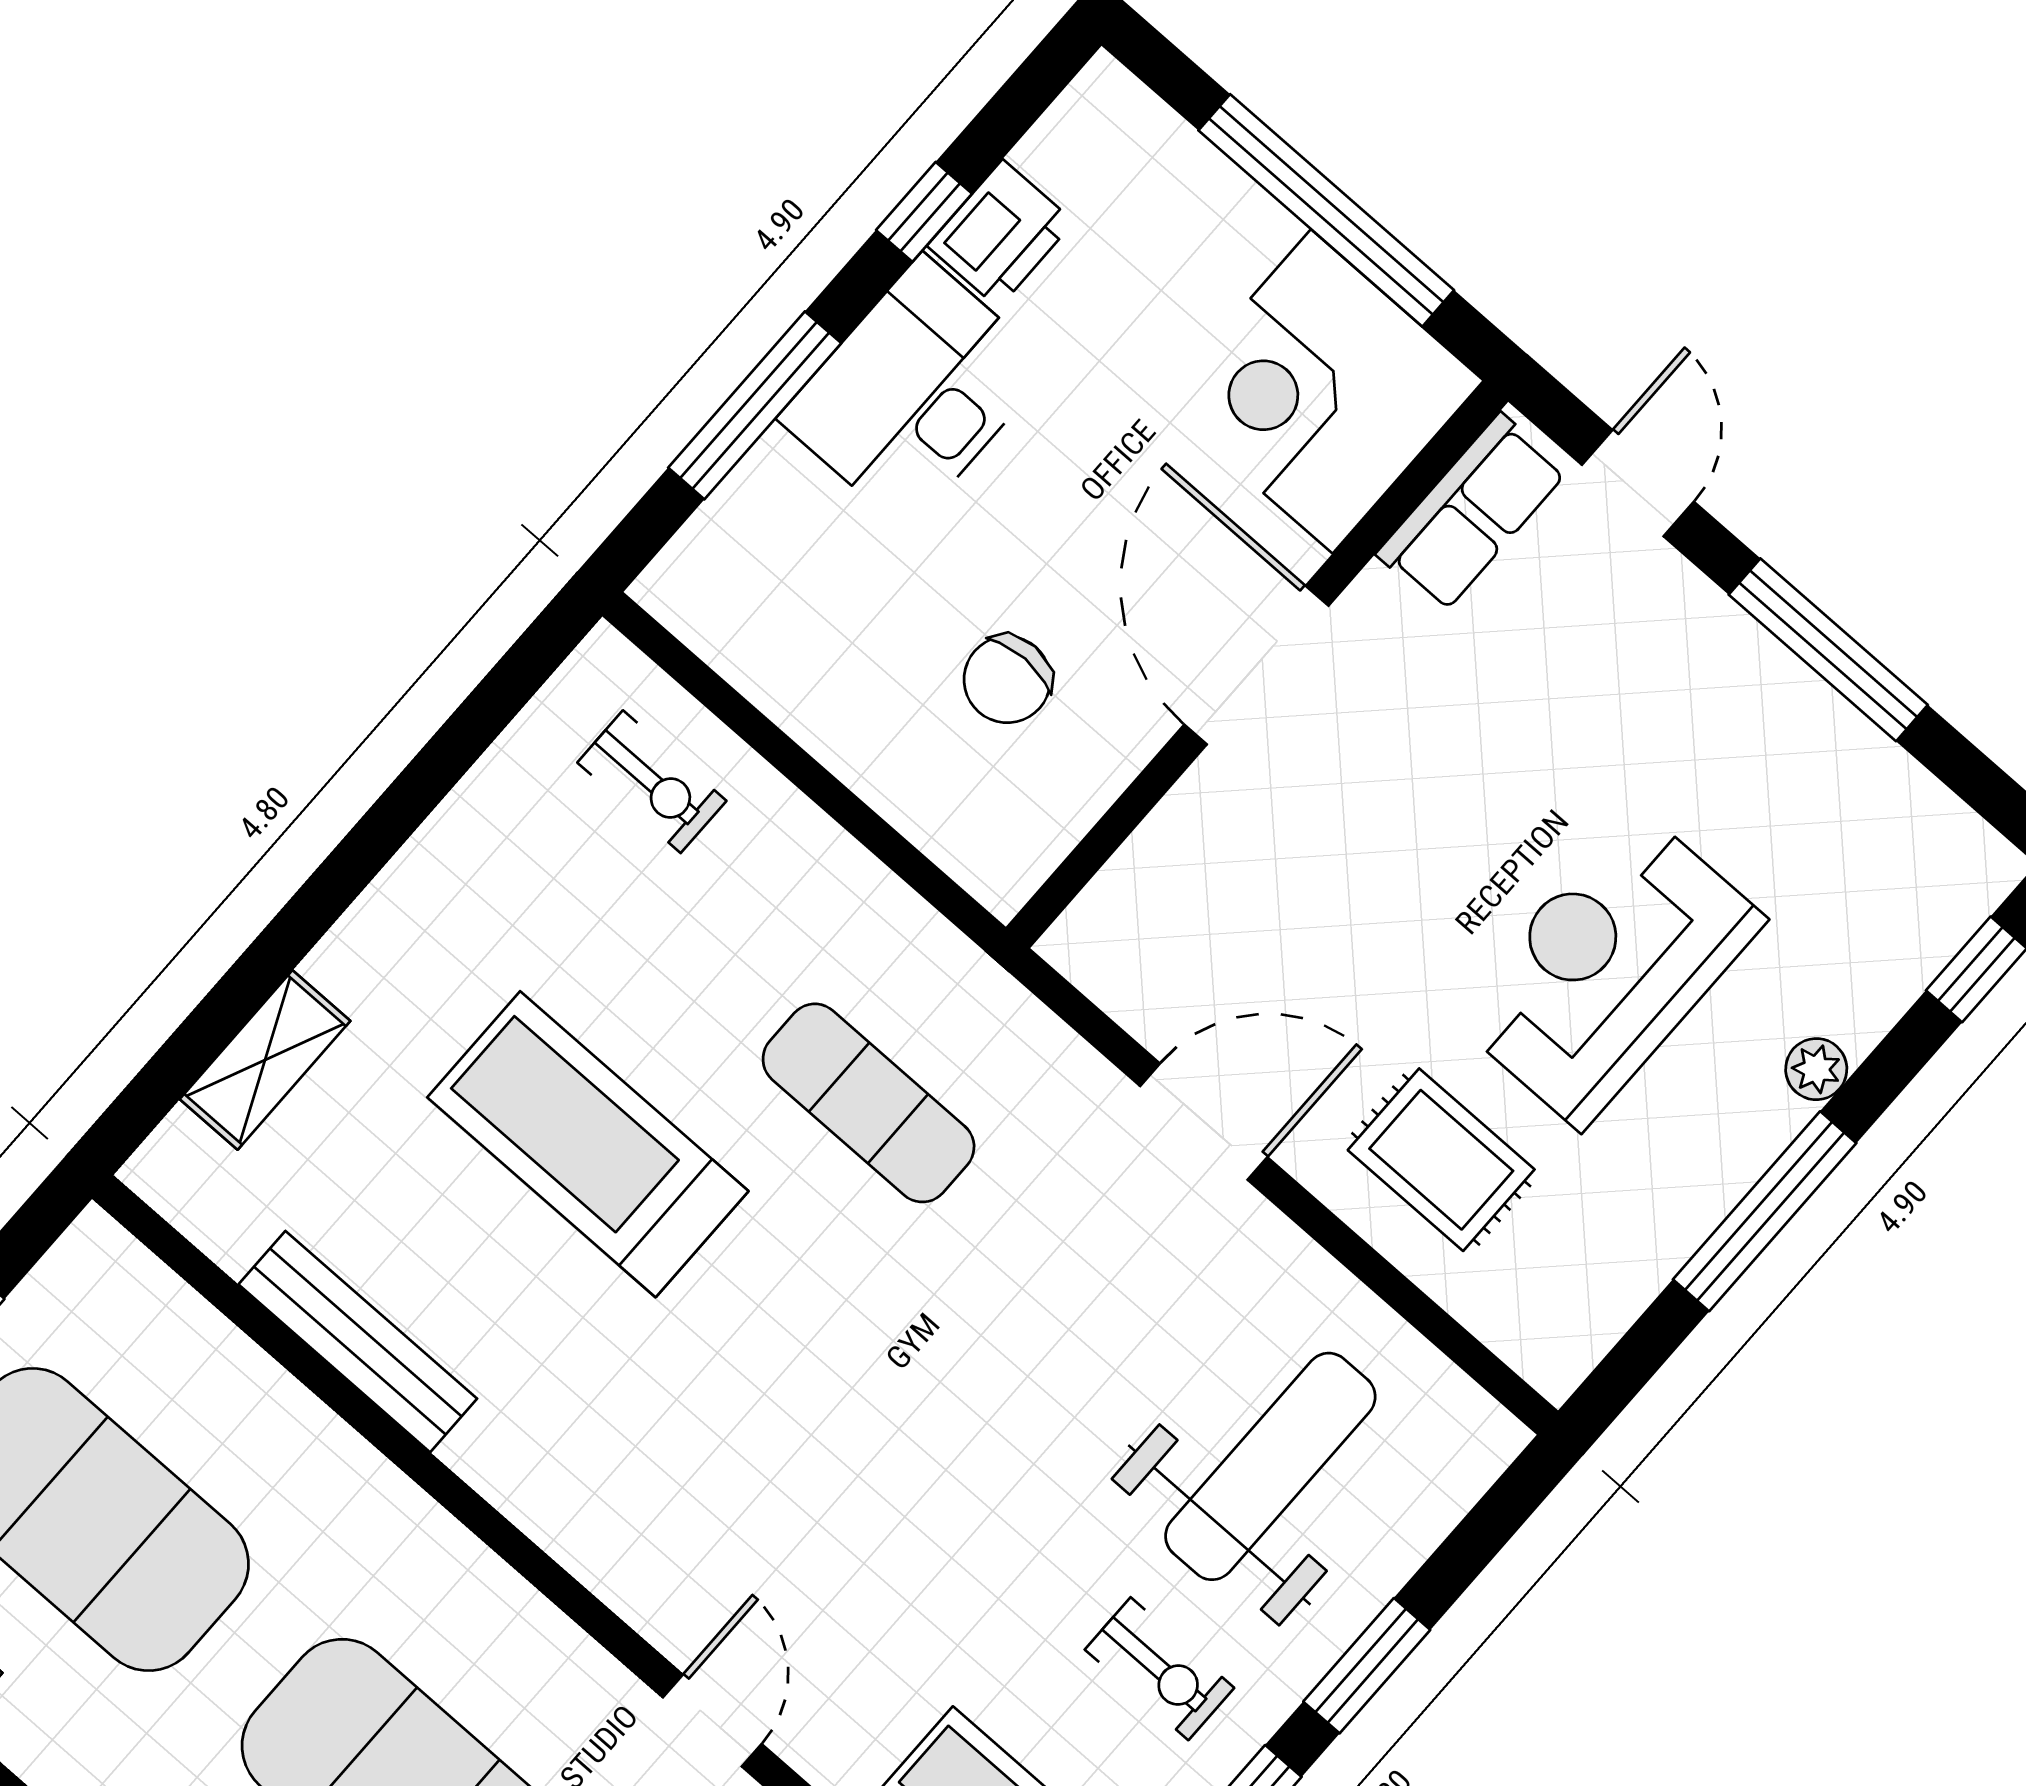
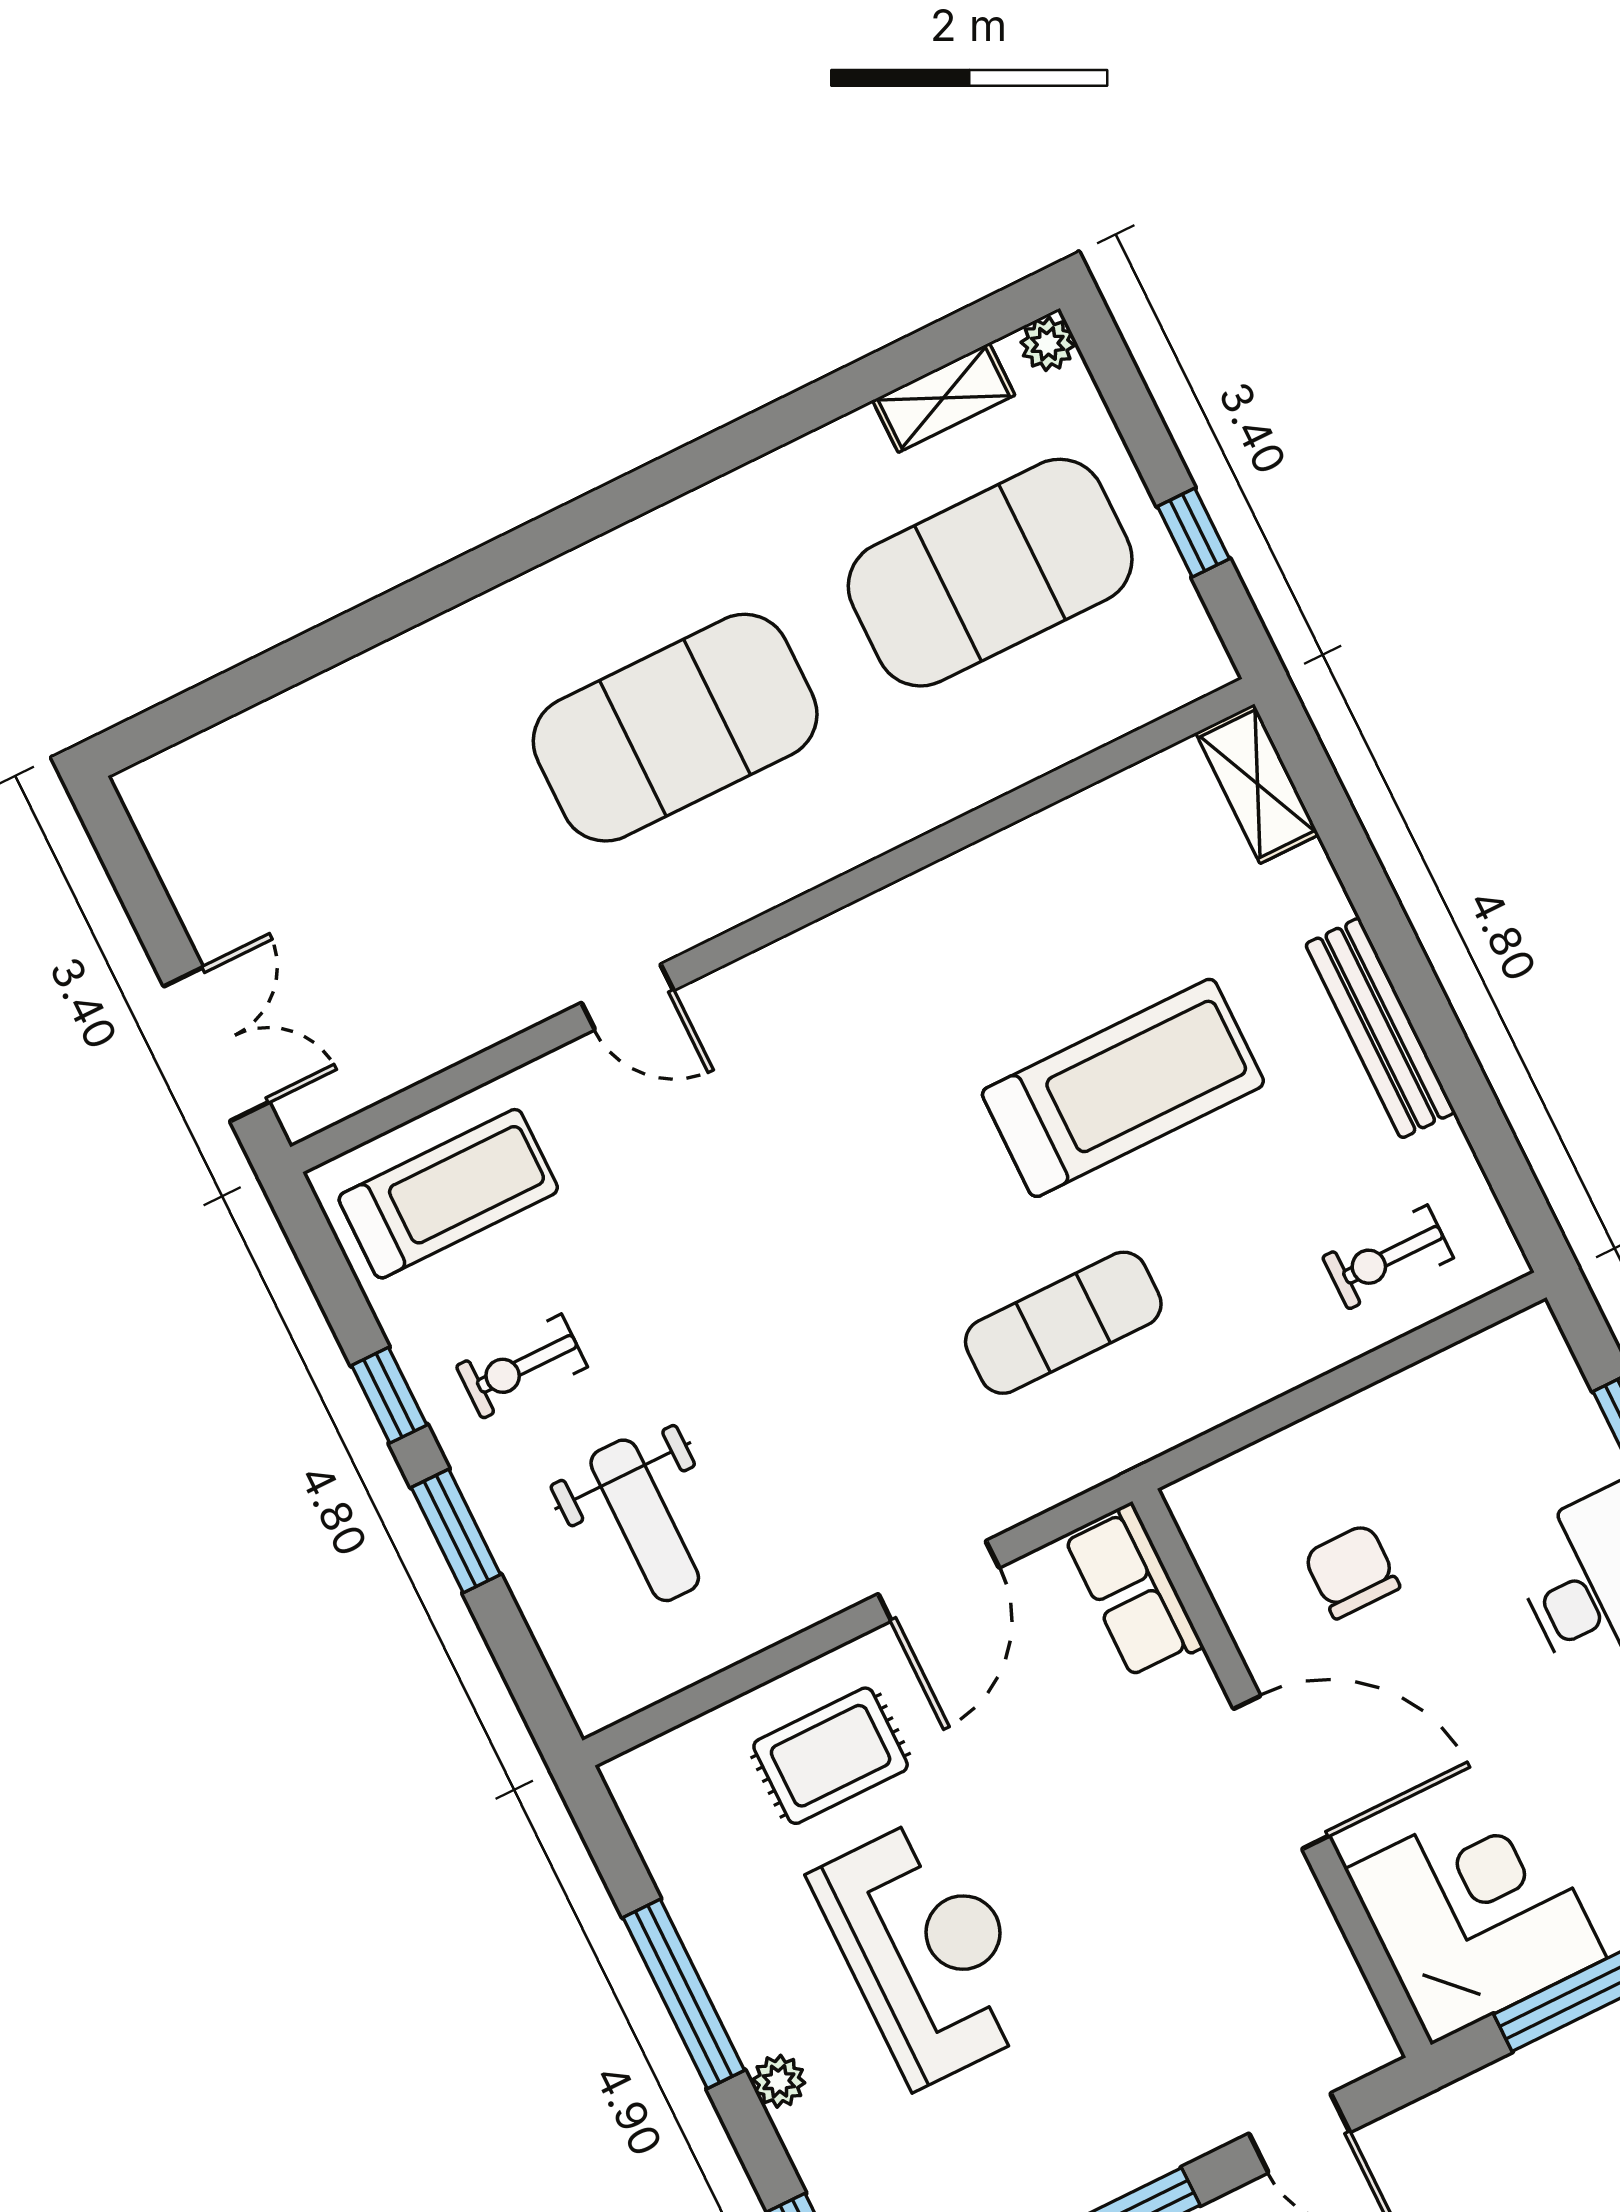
row of seats: (1472, 513) -> (1133, 1591), moved
shelving: (265, 1060) -> (1257, 784), moved
bench: (358, 1342) -> (1380, 1028), moved, turned 90
weight bench: (1270, 1466) -> (645, 1520), width x0.73, depth x0.75

